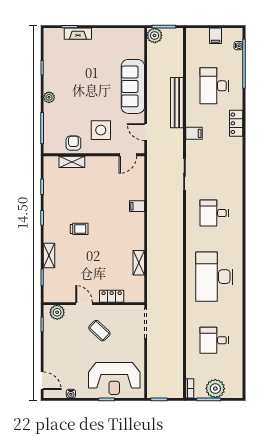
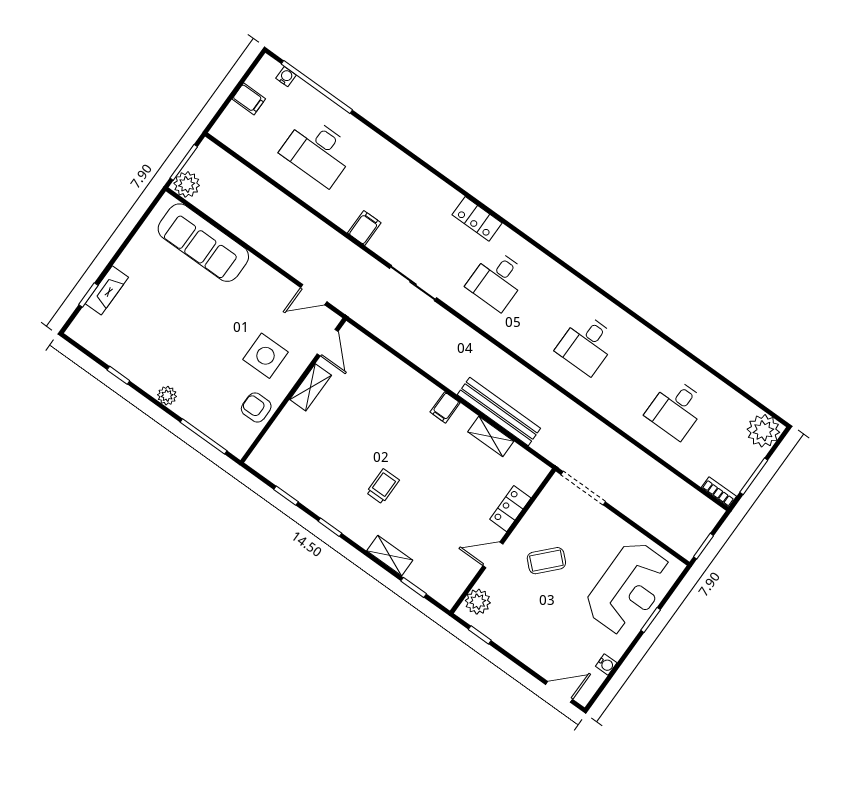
sofa: (133, 86) -> (203, 243), moved
bench: (177, 103) -> (499, 412), moved
locker: (236, 123) -> (477, 219), moved
shelving: (72, 162) -> (311, 387), moved
filing cabinet: (137, 206) -> (445, 407), moved
desk: (214, 277) -> (587, 344), width x0.53, depth x0.77
plant: (215, 389) -> (763, 431), moved

